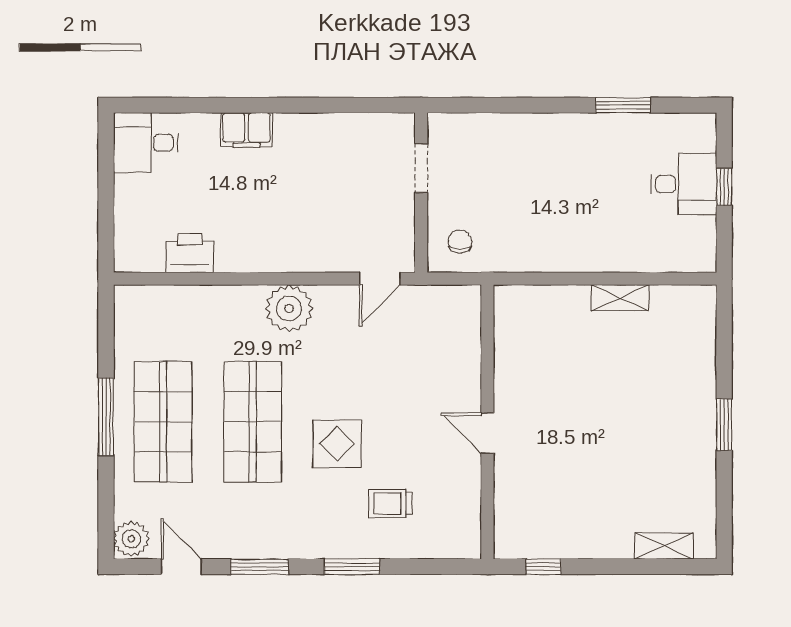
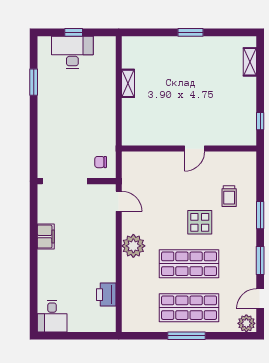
filing cabinet: (247, 130) -> (46, 237), moved
doorway: (421, 168) -> (65, 181), width x1.87
desk: (684, 184) -> (72, 52), width x1.37

